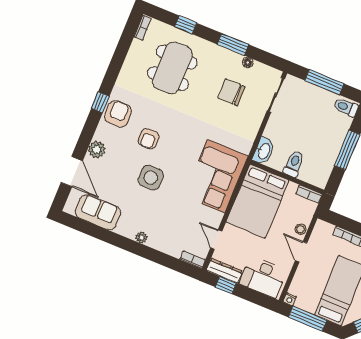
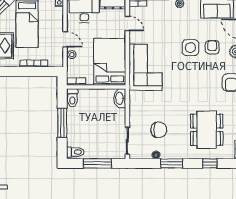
armchair: (149, 139) -> (212, 47), moved
toilet: (294, 164) -> (72, 98), moved

